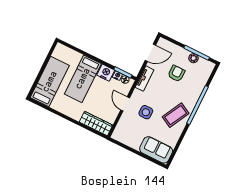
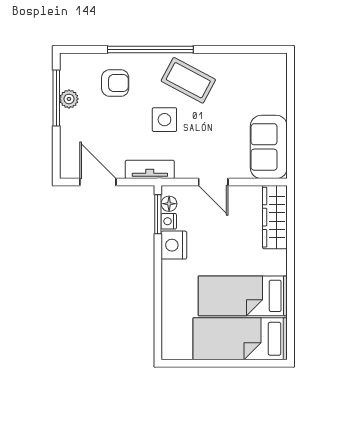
armchair: (176, 74) -> (115, 83), moved, turned 180
bed: (83, 79) -> (243, 296), moved, turned 180
door: (125, 104) -> (213, 182), hinge flipped
side table: (146, 112) -> (164, 120), moved
sofa: (156, 150) -> (269, 147), moved

